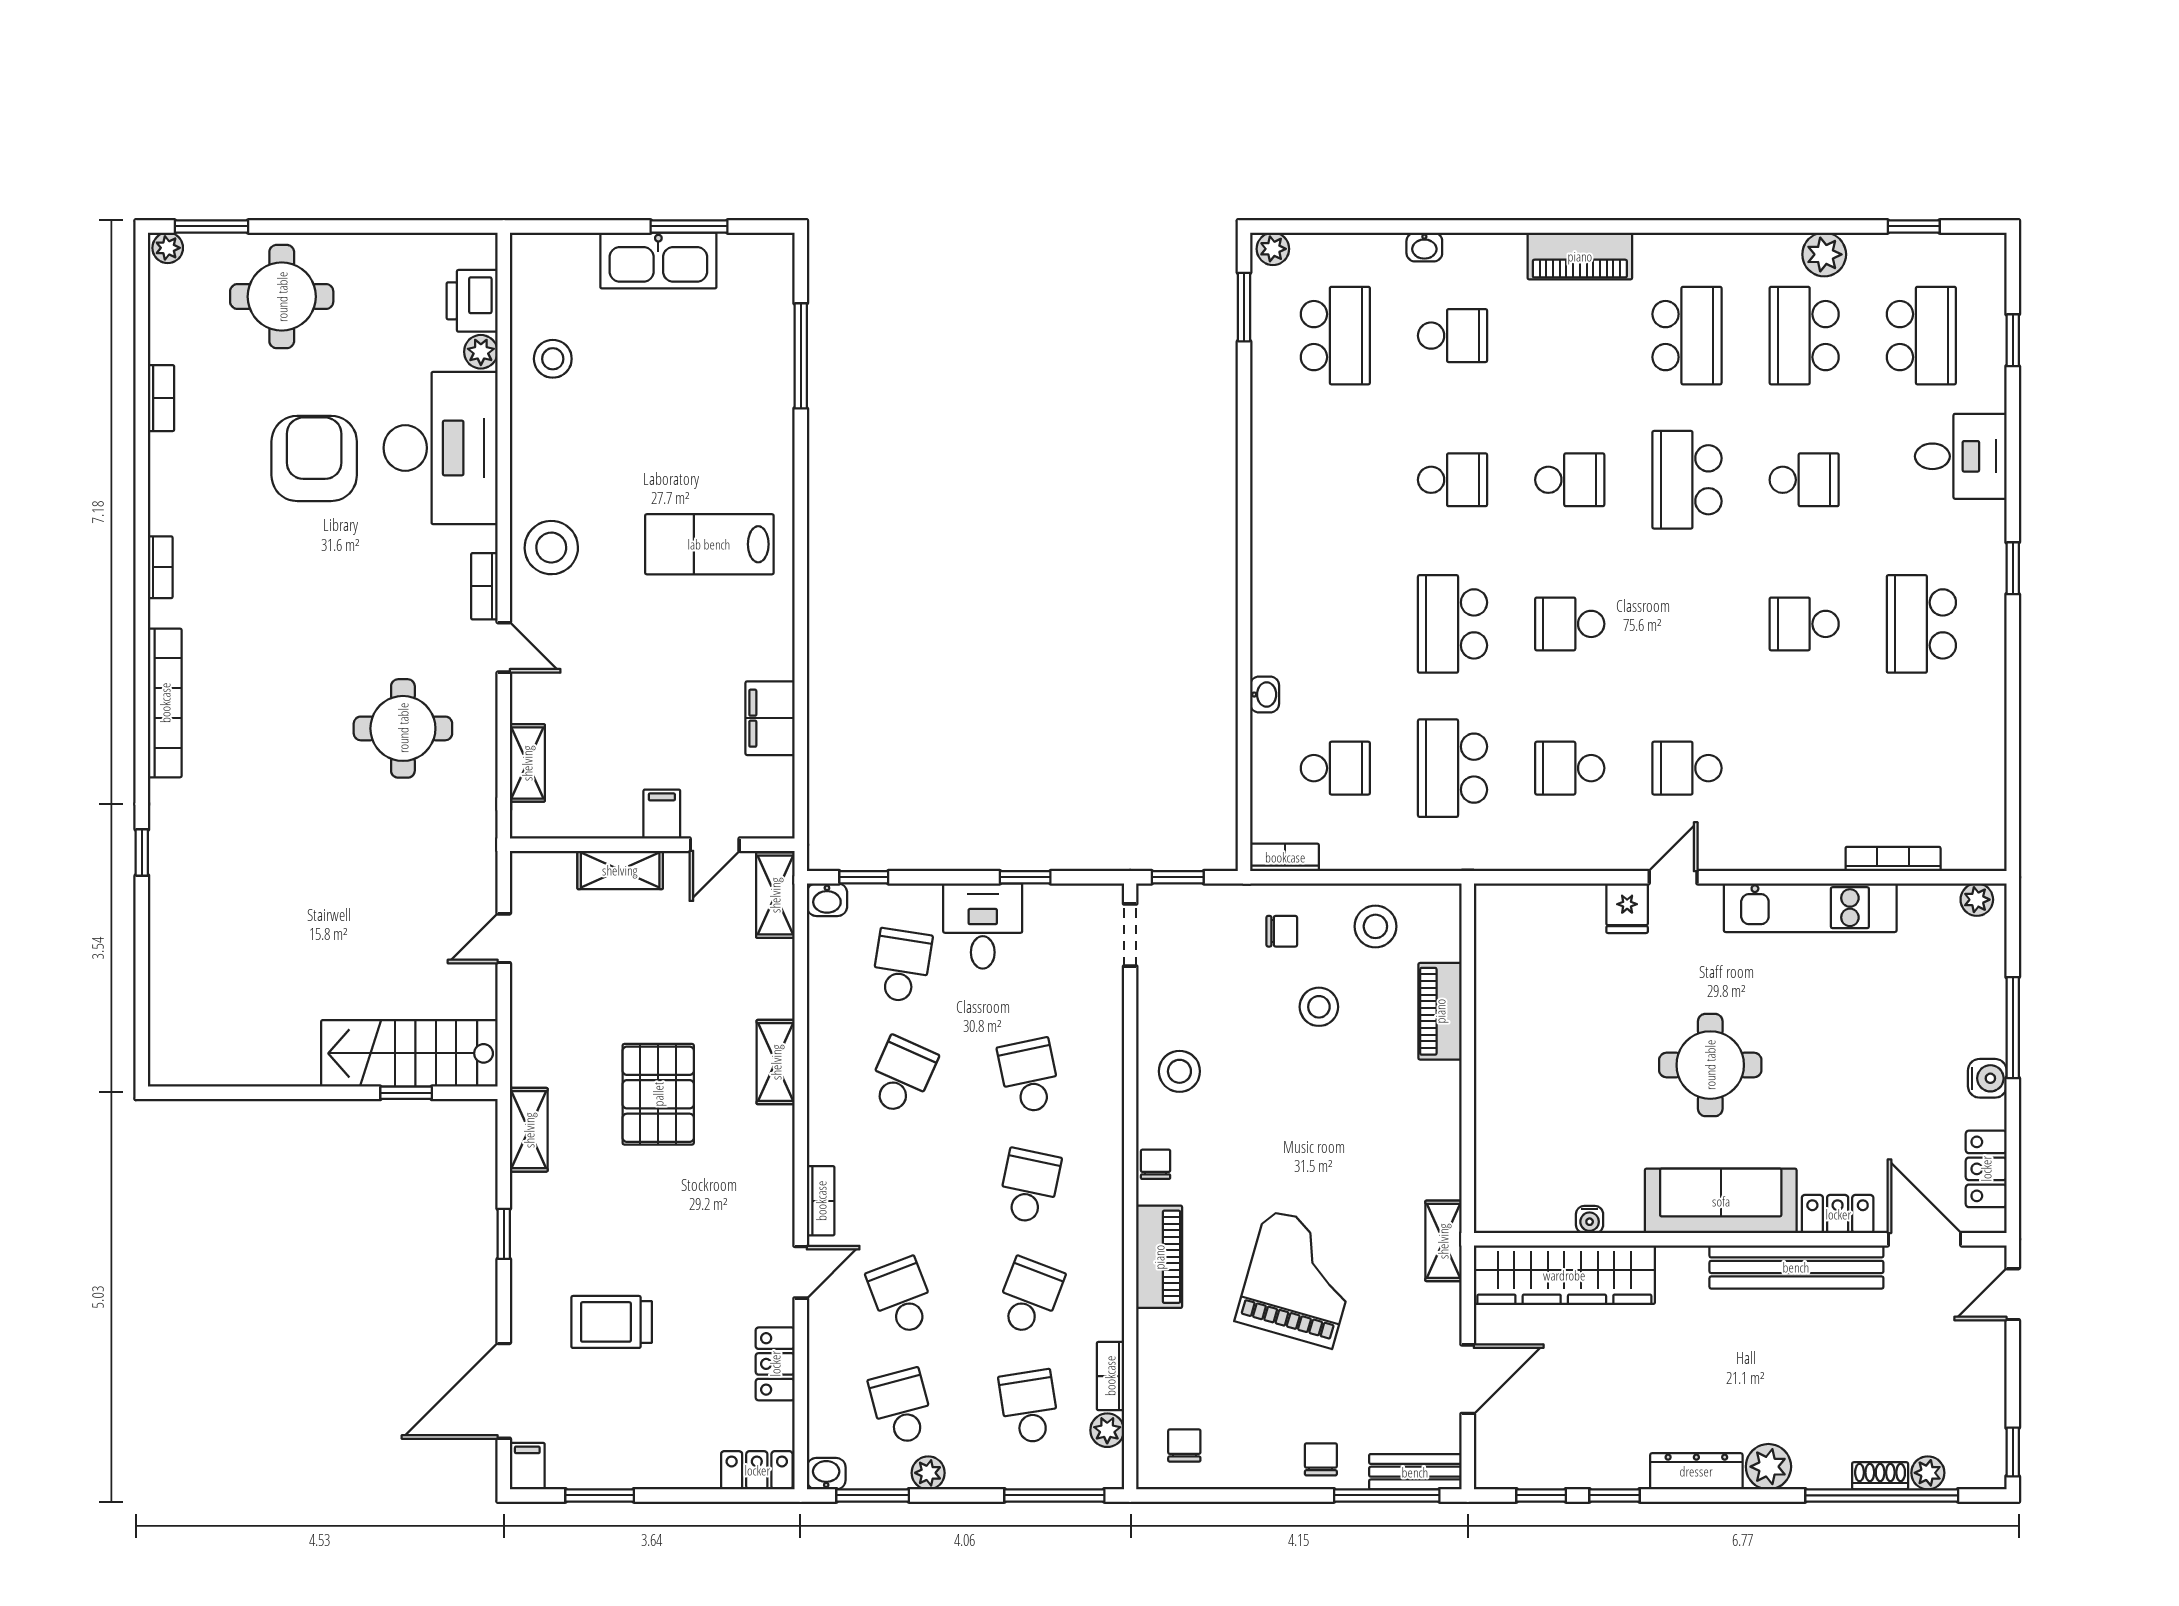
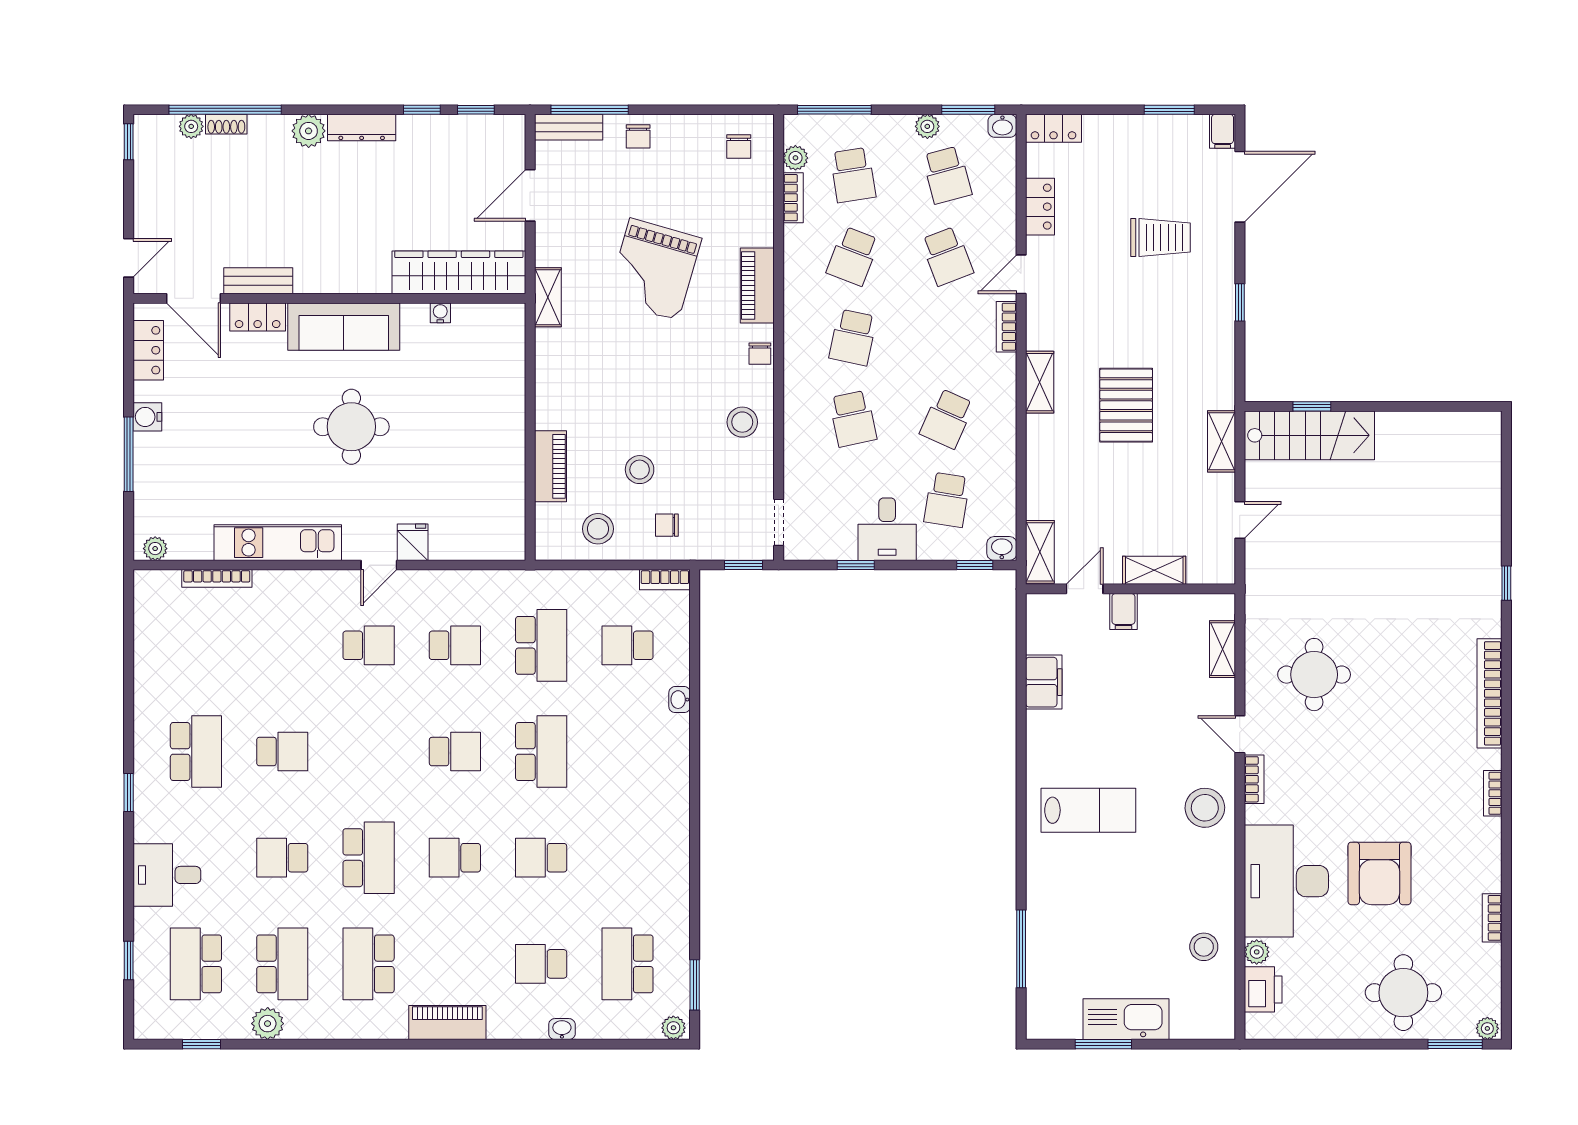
shelving: (776, 1062) -> (1040, 382), moved
shelving: (529, 1130) -> (1221, 441), moved
bench: (1796, 1267) -> (258, 281), width x0.54, depth x0.82

